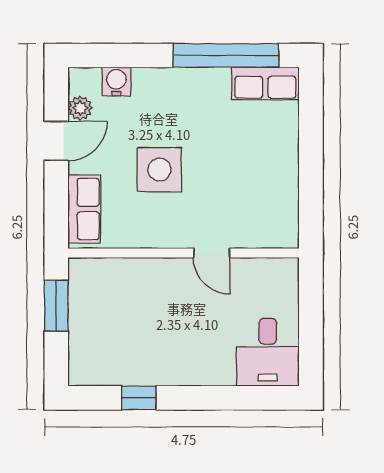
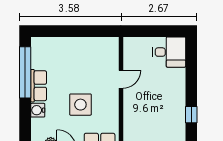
water cooler: (116, 82) -> (38, 110), moved
row of seats: (265, 83) -> (39, 86), moved

